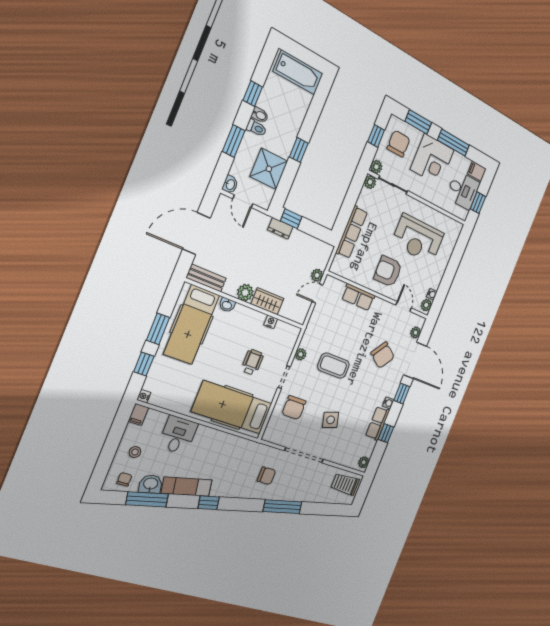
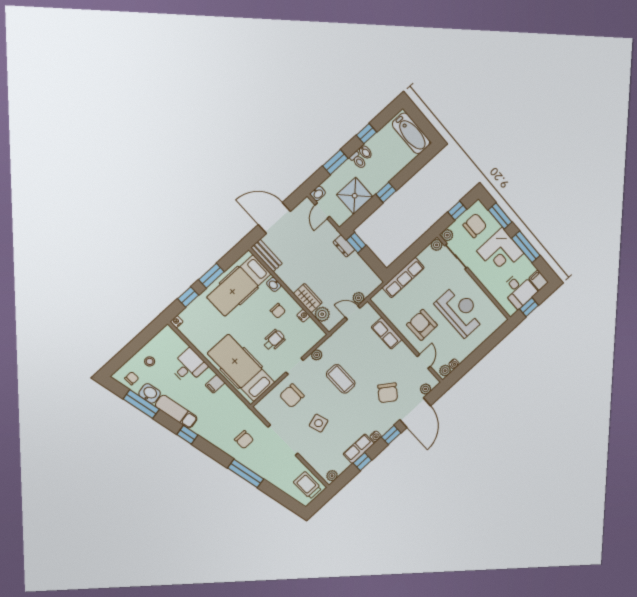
reception desk: (418, 239) -> (460, 311), turned 180
plant: (245, 293) -> (322, 314), moved
chair: (243, 330) -> (278, 311), added
filing cabinet: (138, 414) -> (215, 384), moved

